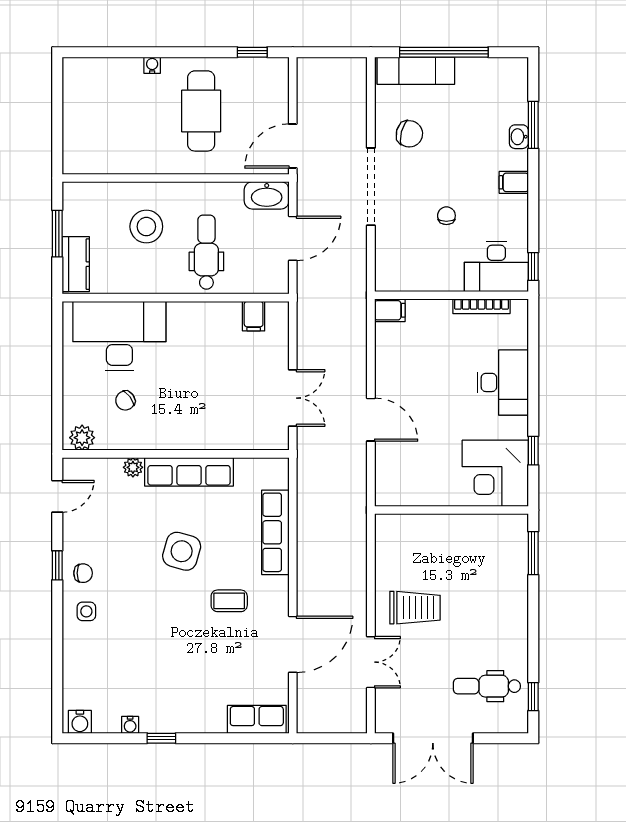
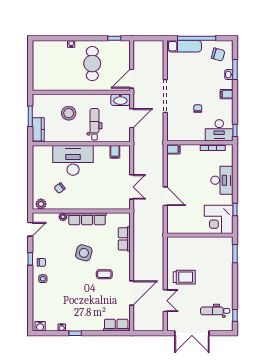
chair: (409, 134) -> (218, 55), moved
desk: (119, 336) -> (73, 160), moved
row of seats: (275, 532) -> (124, 239), width x0.68

